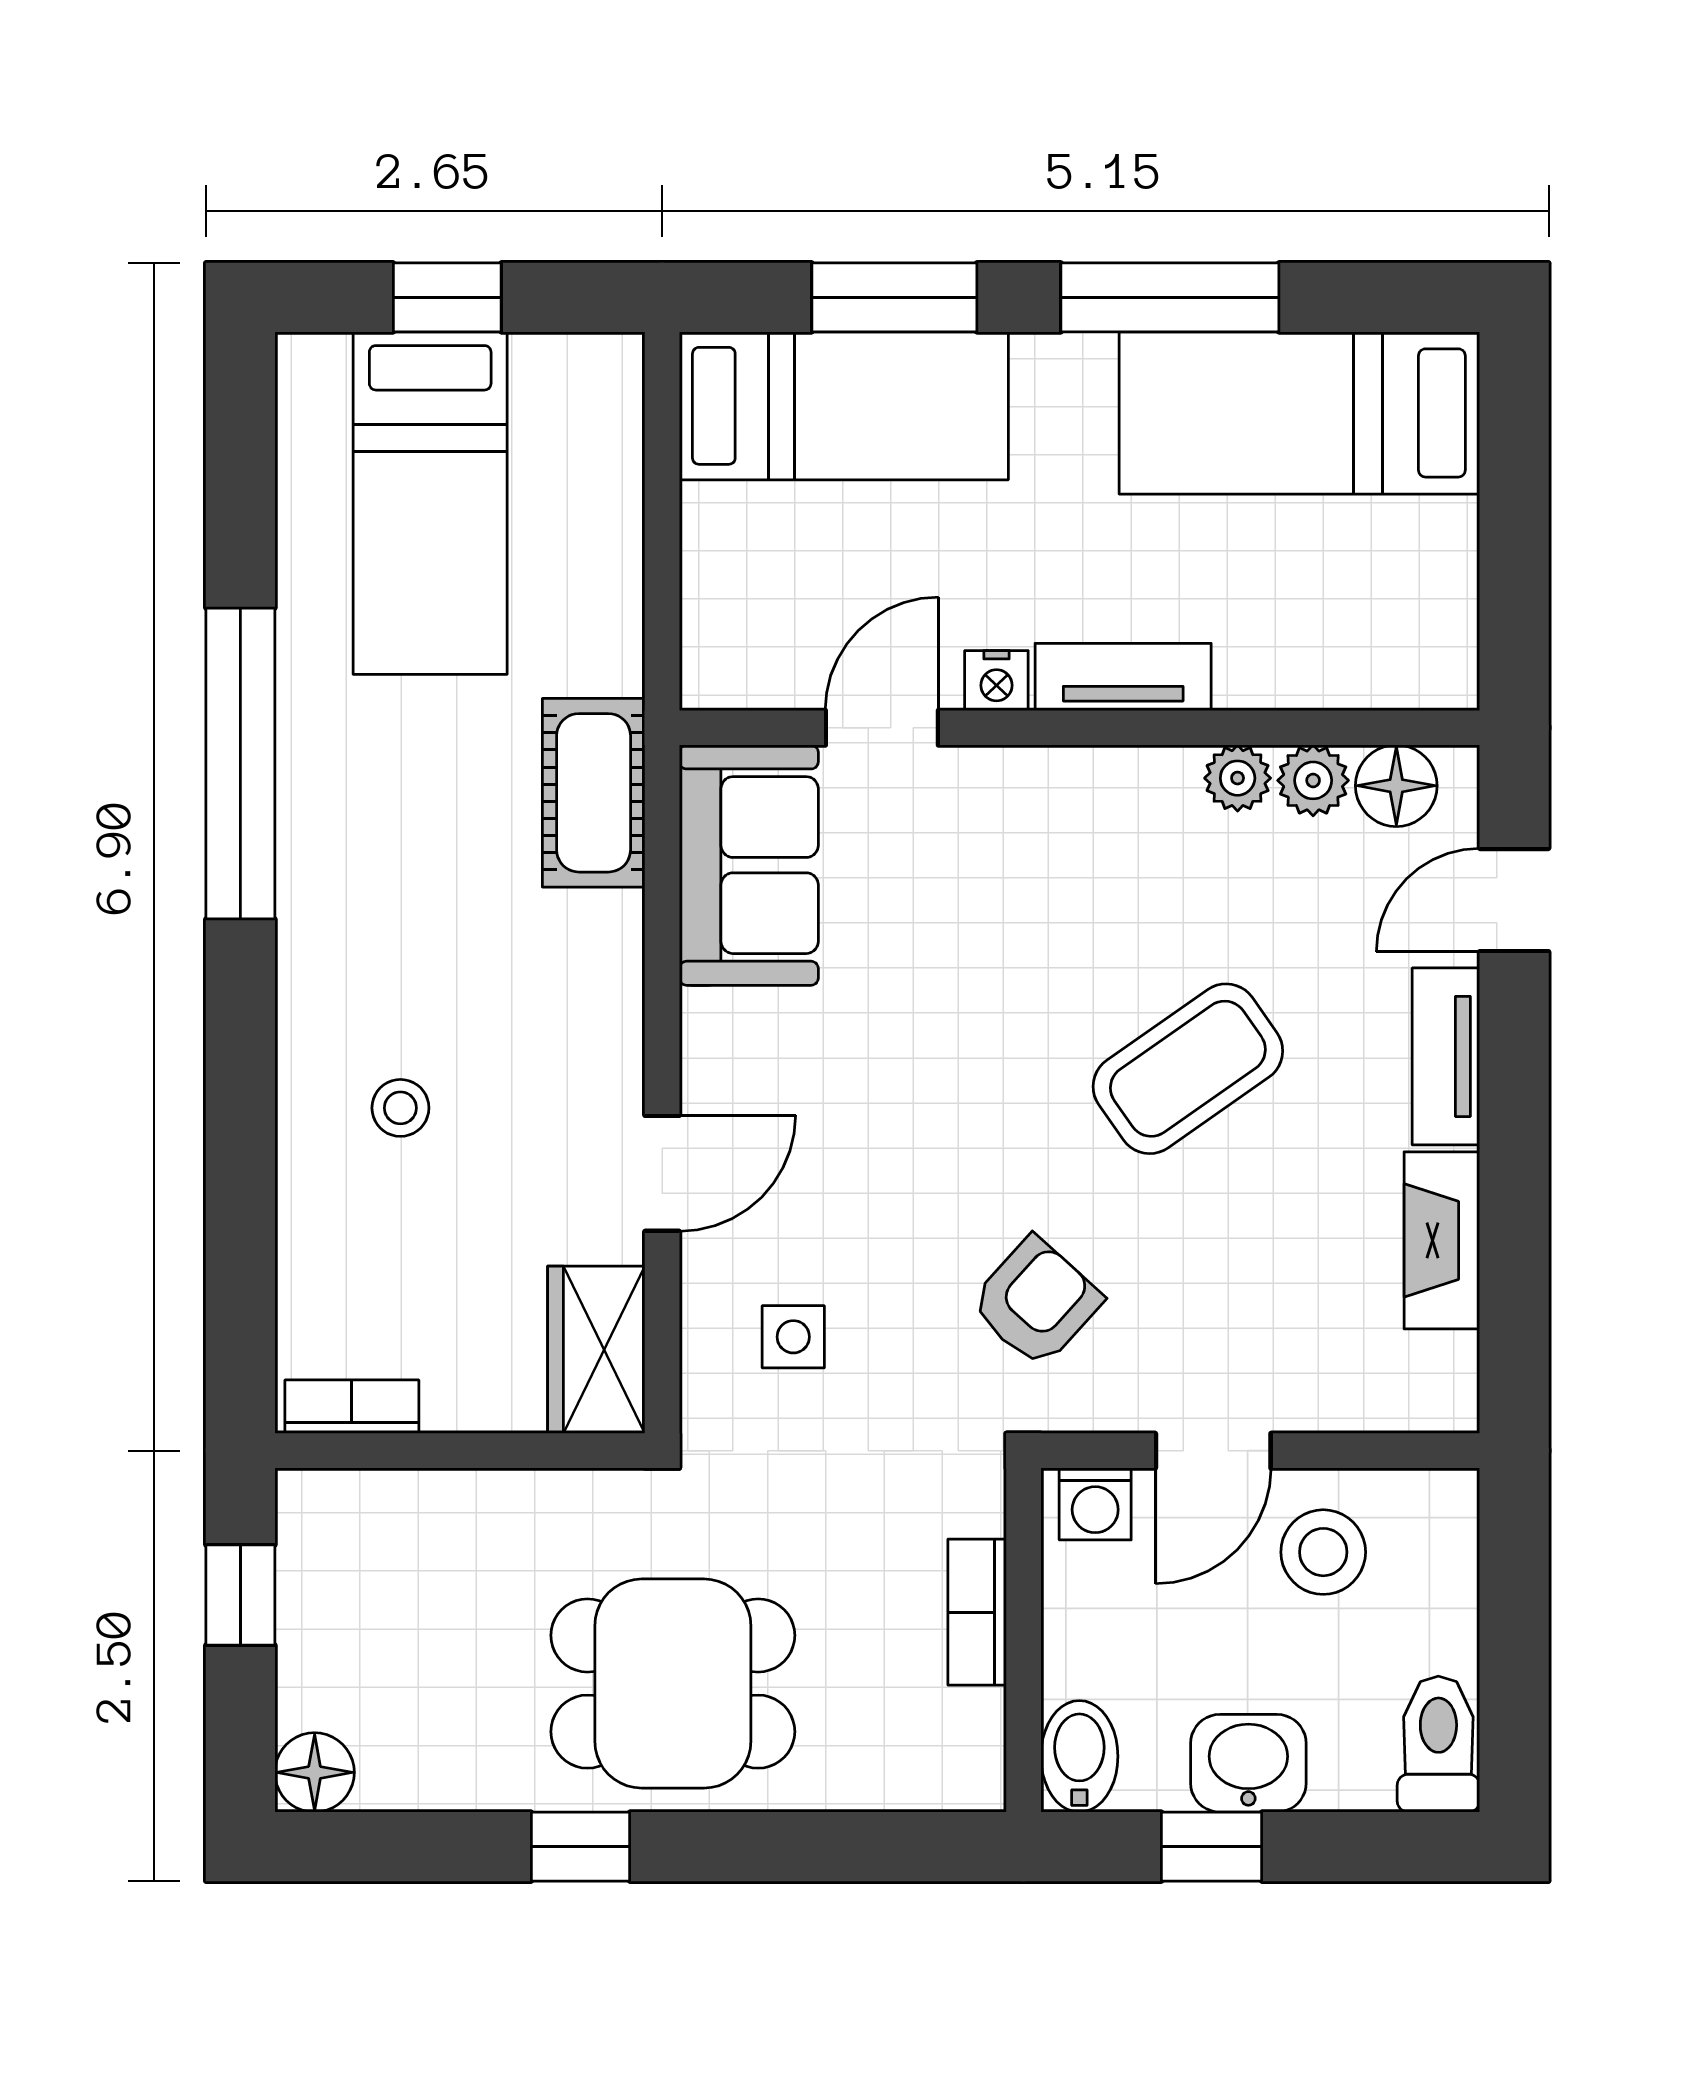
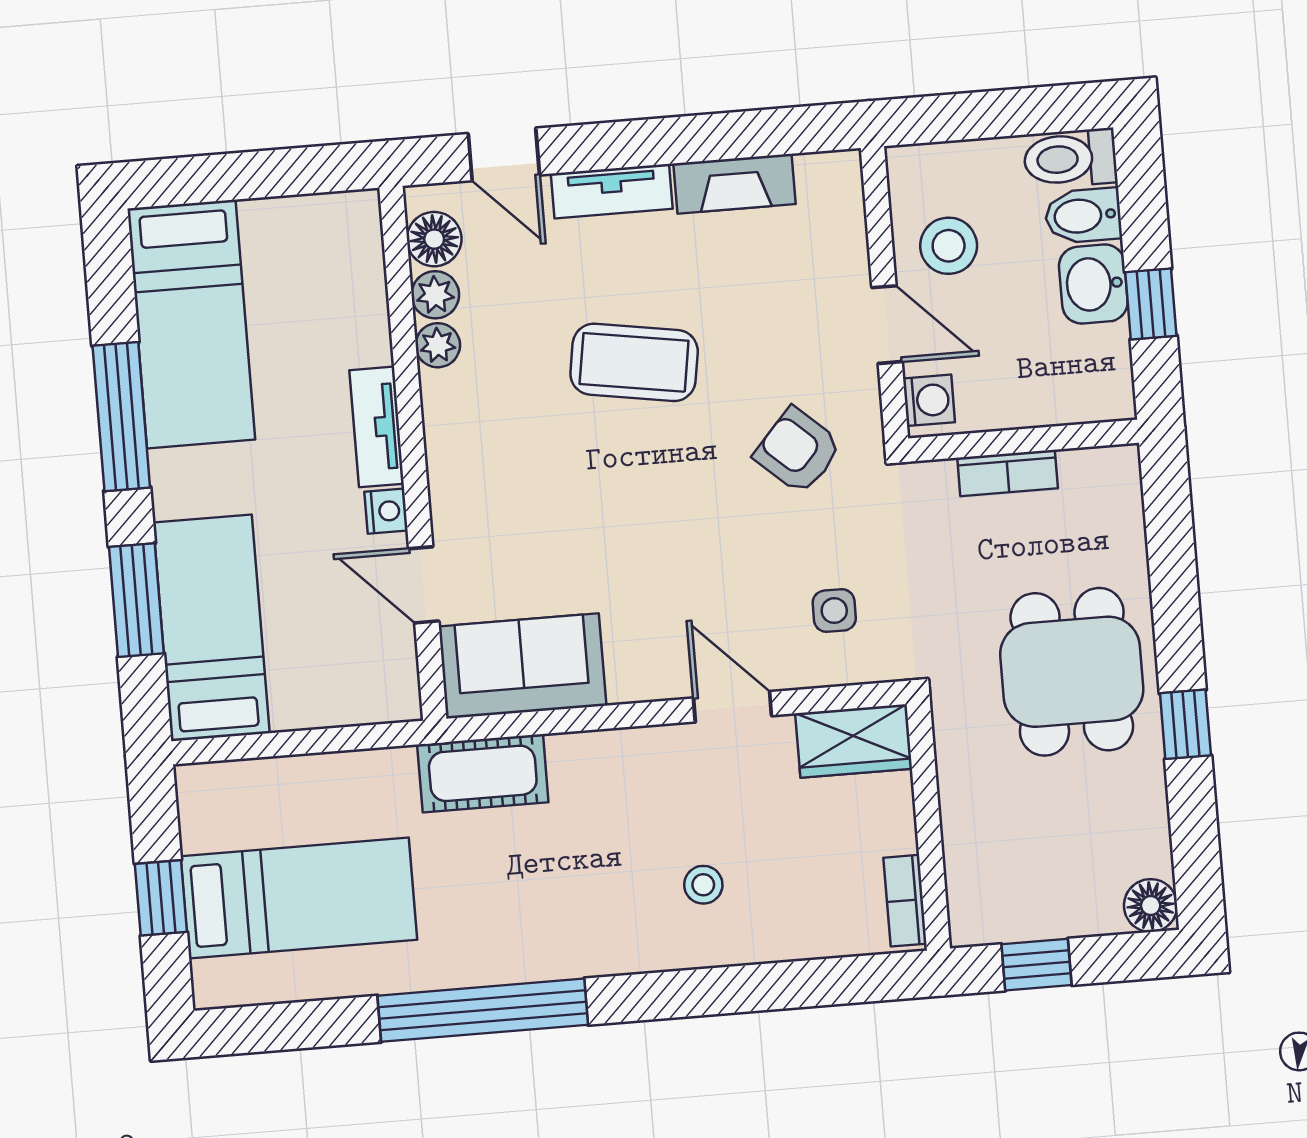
coffee table: (1188, 1069) -> (634, 362), turned -46
bidet: (1079, 1756) -> (1083, 216), moved

